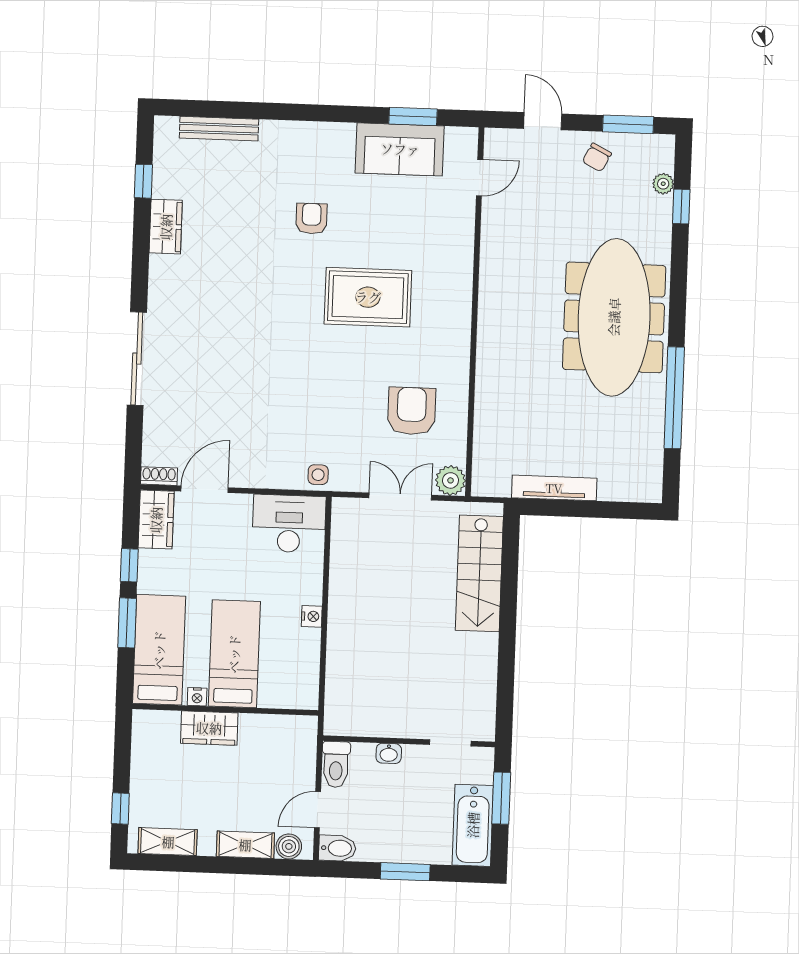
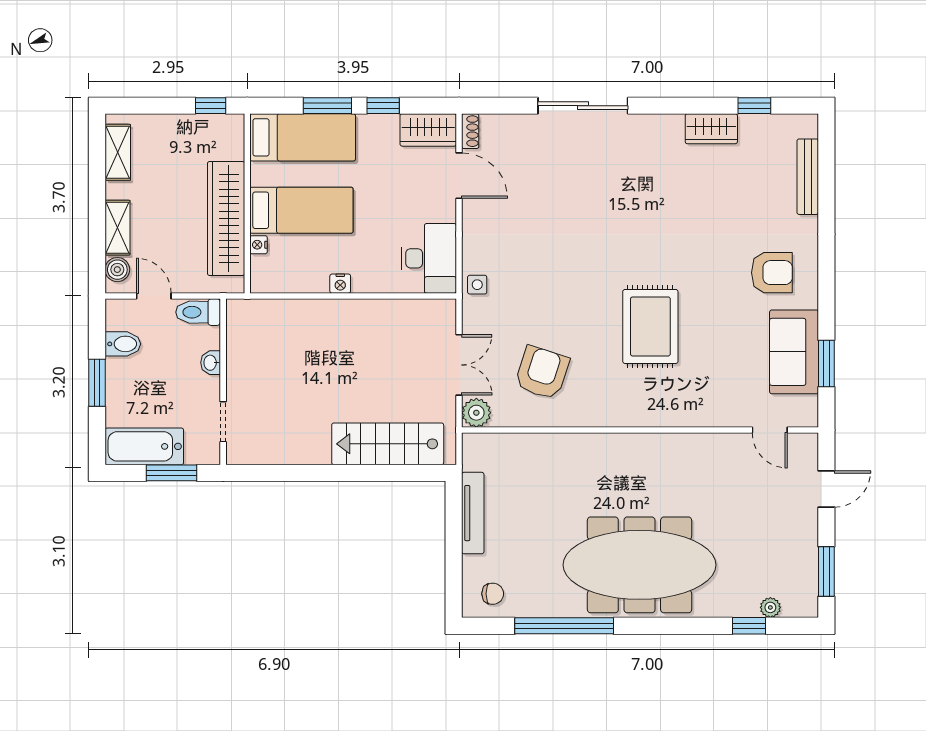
chair: (597, 157) -> (493, 594), moved, turned 153
armchair: (312, 219) -> (772, 273), moved, width x1.38, depth x1.38
armchair: (412, 411) -> (542, 373), turned -72
nightstand: (197, 697) -> (259, 245), moved
wardrobe: (209, 728) -> (226, 218), width x2.10, depth x1.17
window: (120, 809) -> (211, 106), moved
bidet: (337, 848) -> (123, 344), moved, turned -90

